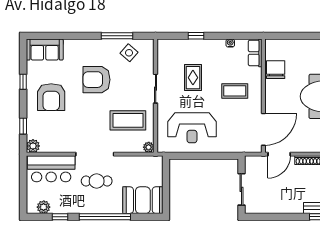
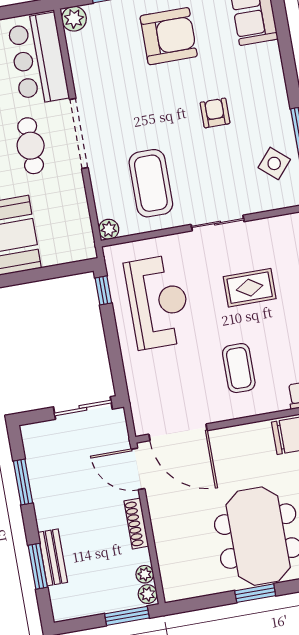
armchair: (97, 80) -> (215, 113), width x0.53, depth x0.53
armchair: (51, 97) -> (169, 36), turned 180
reception desk: (192, 128) -> (158, 302), turned 180
window: (181, 156) -> (103, 290), added
sliding door: (241, 189) -> (83, 408), moved
window: (275, 217) -> (23, 482), added

